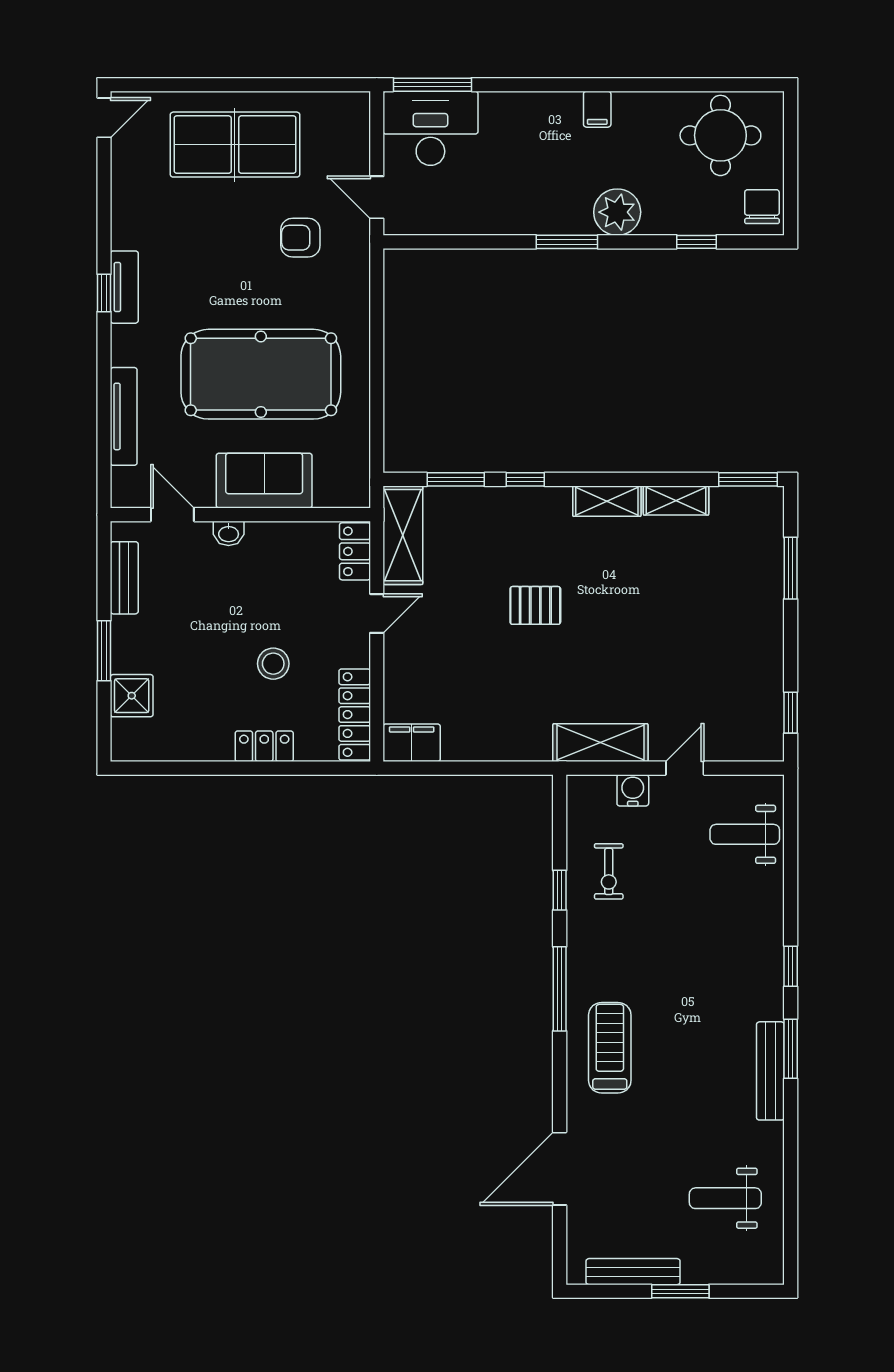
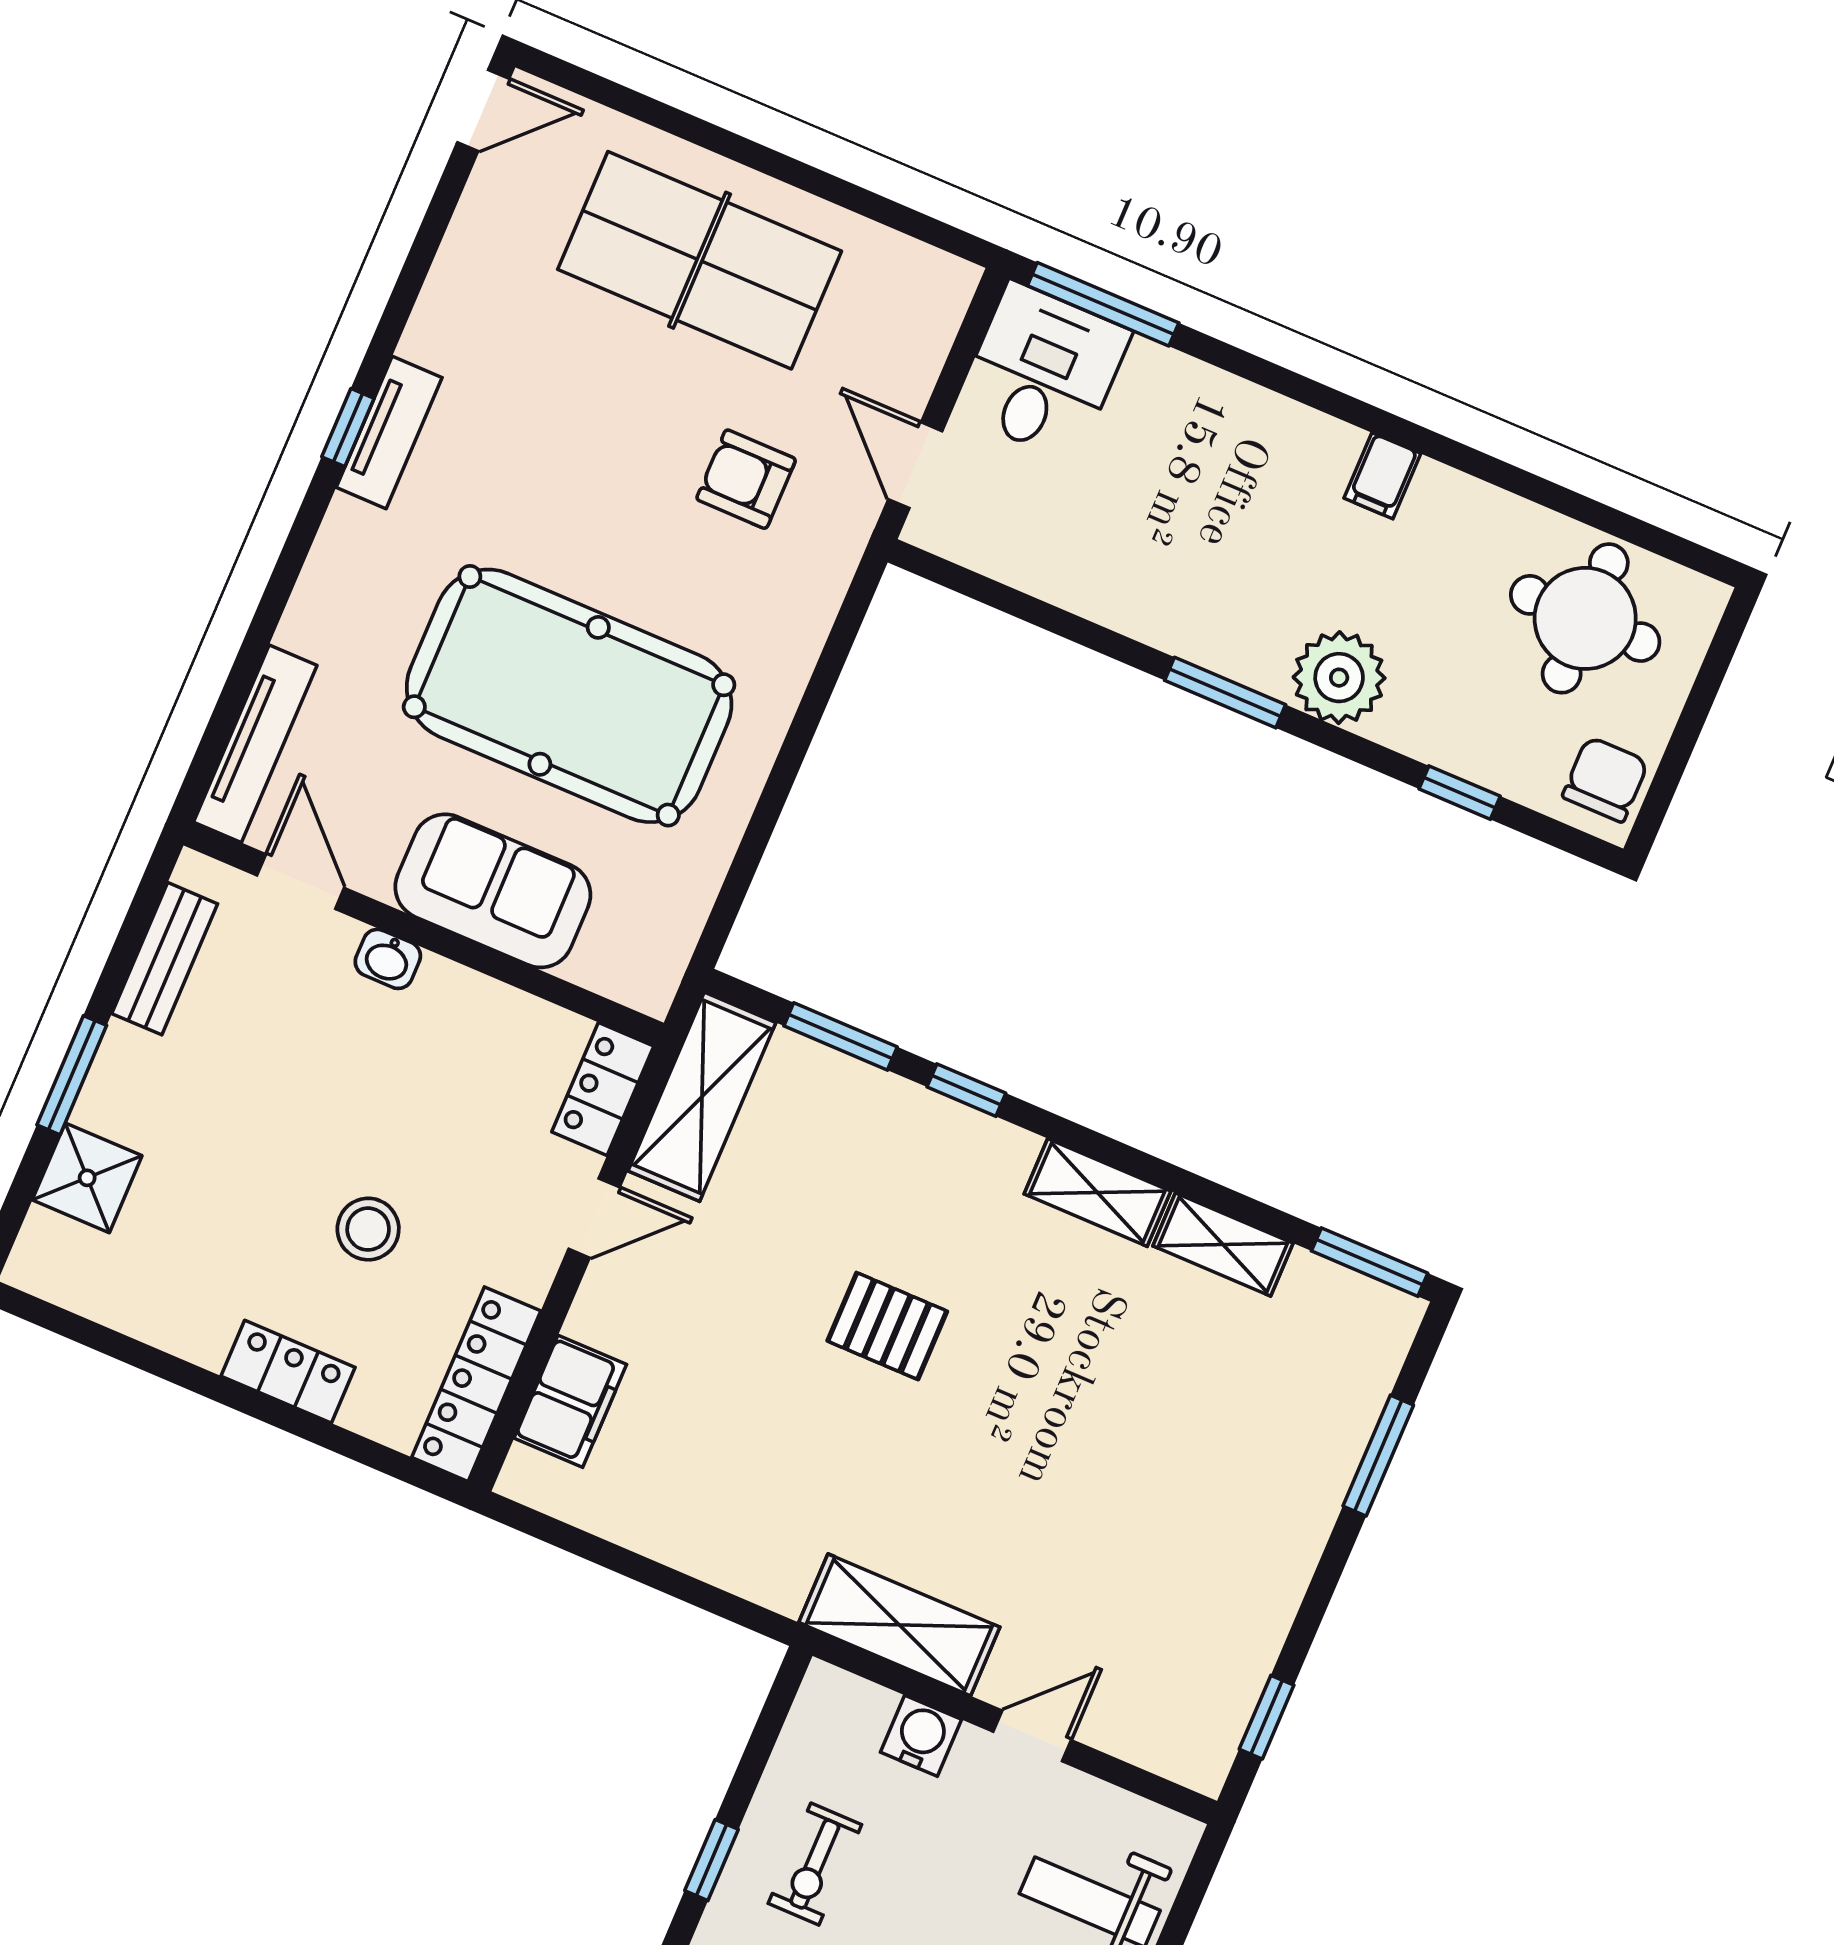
desk: (430, 128) -> (1043, 372), width x0.73
tv unit: (124, 416) -> (255, 744), moved
filing cabinet: (412, 743) -> (570, 1401), moved, turned 90

